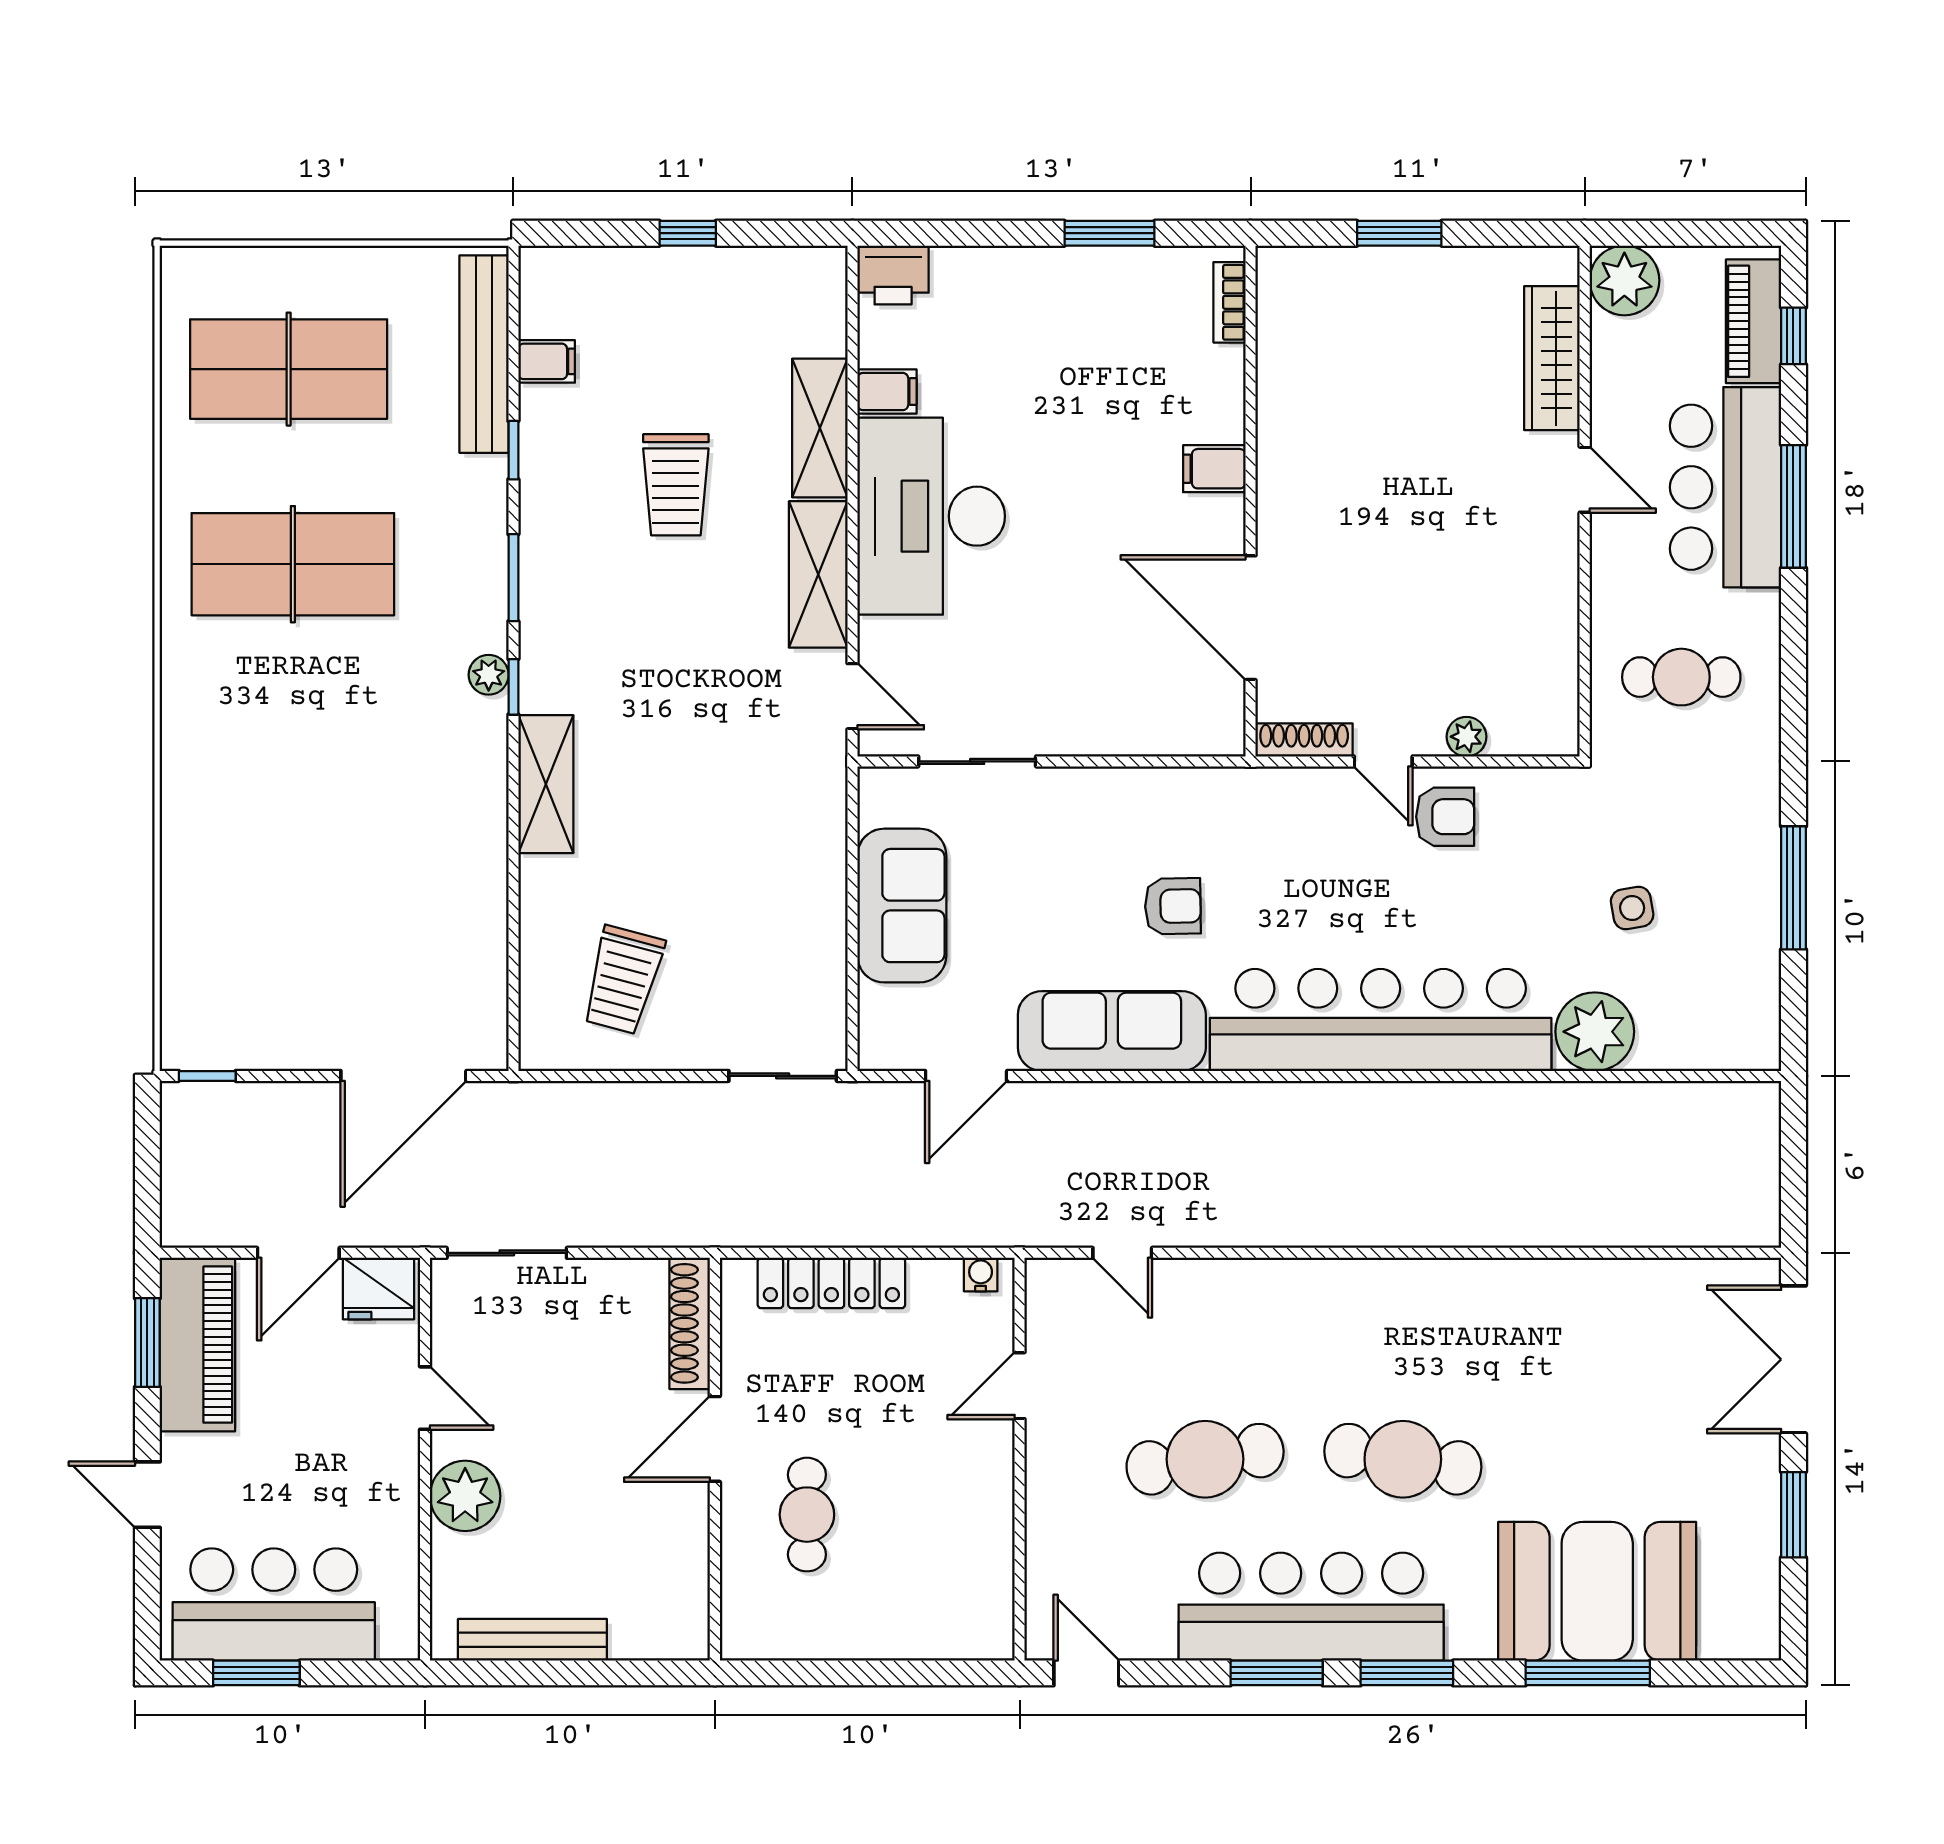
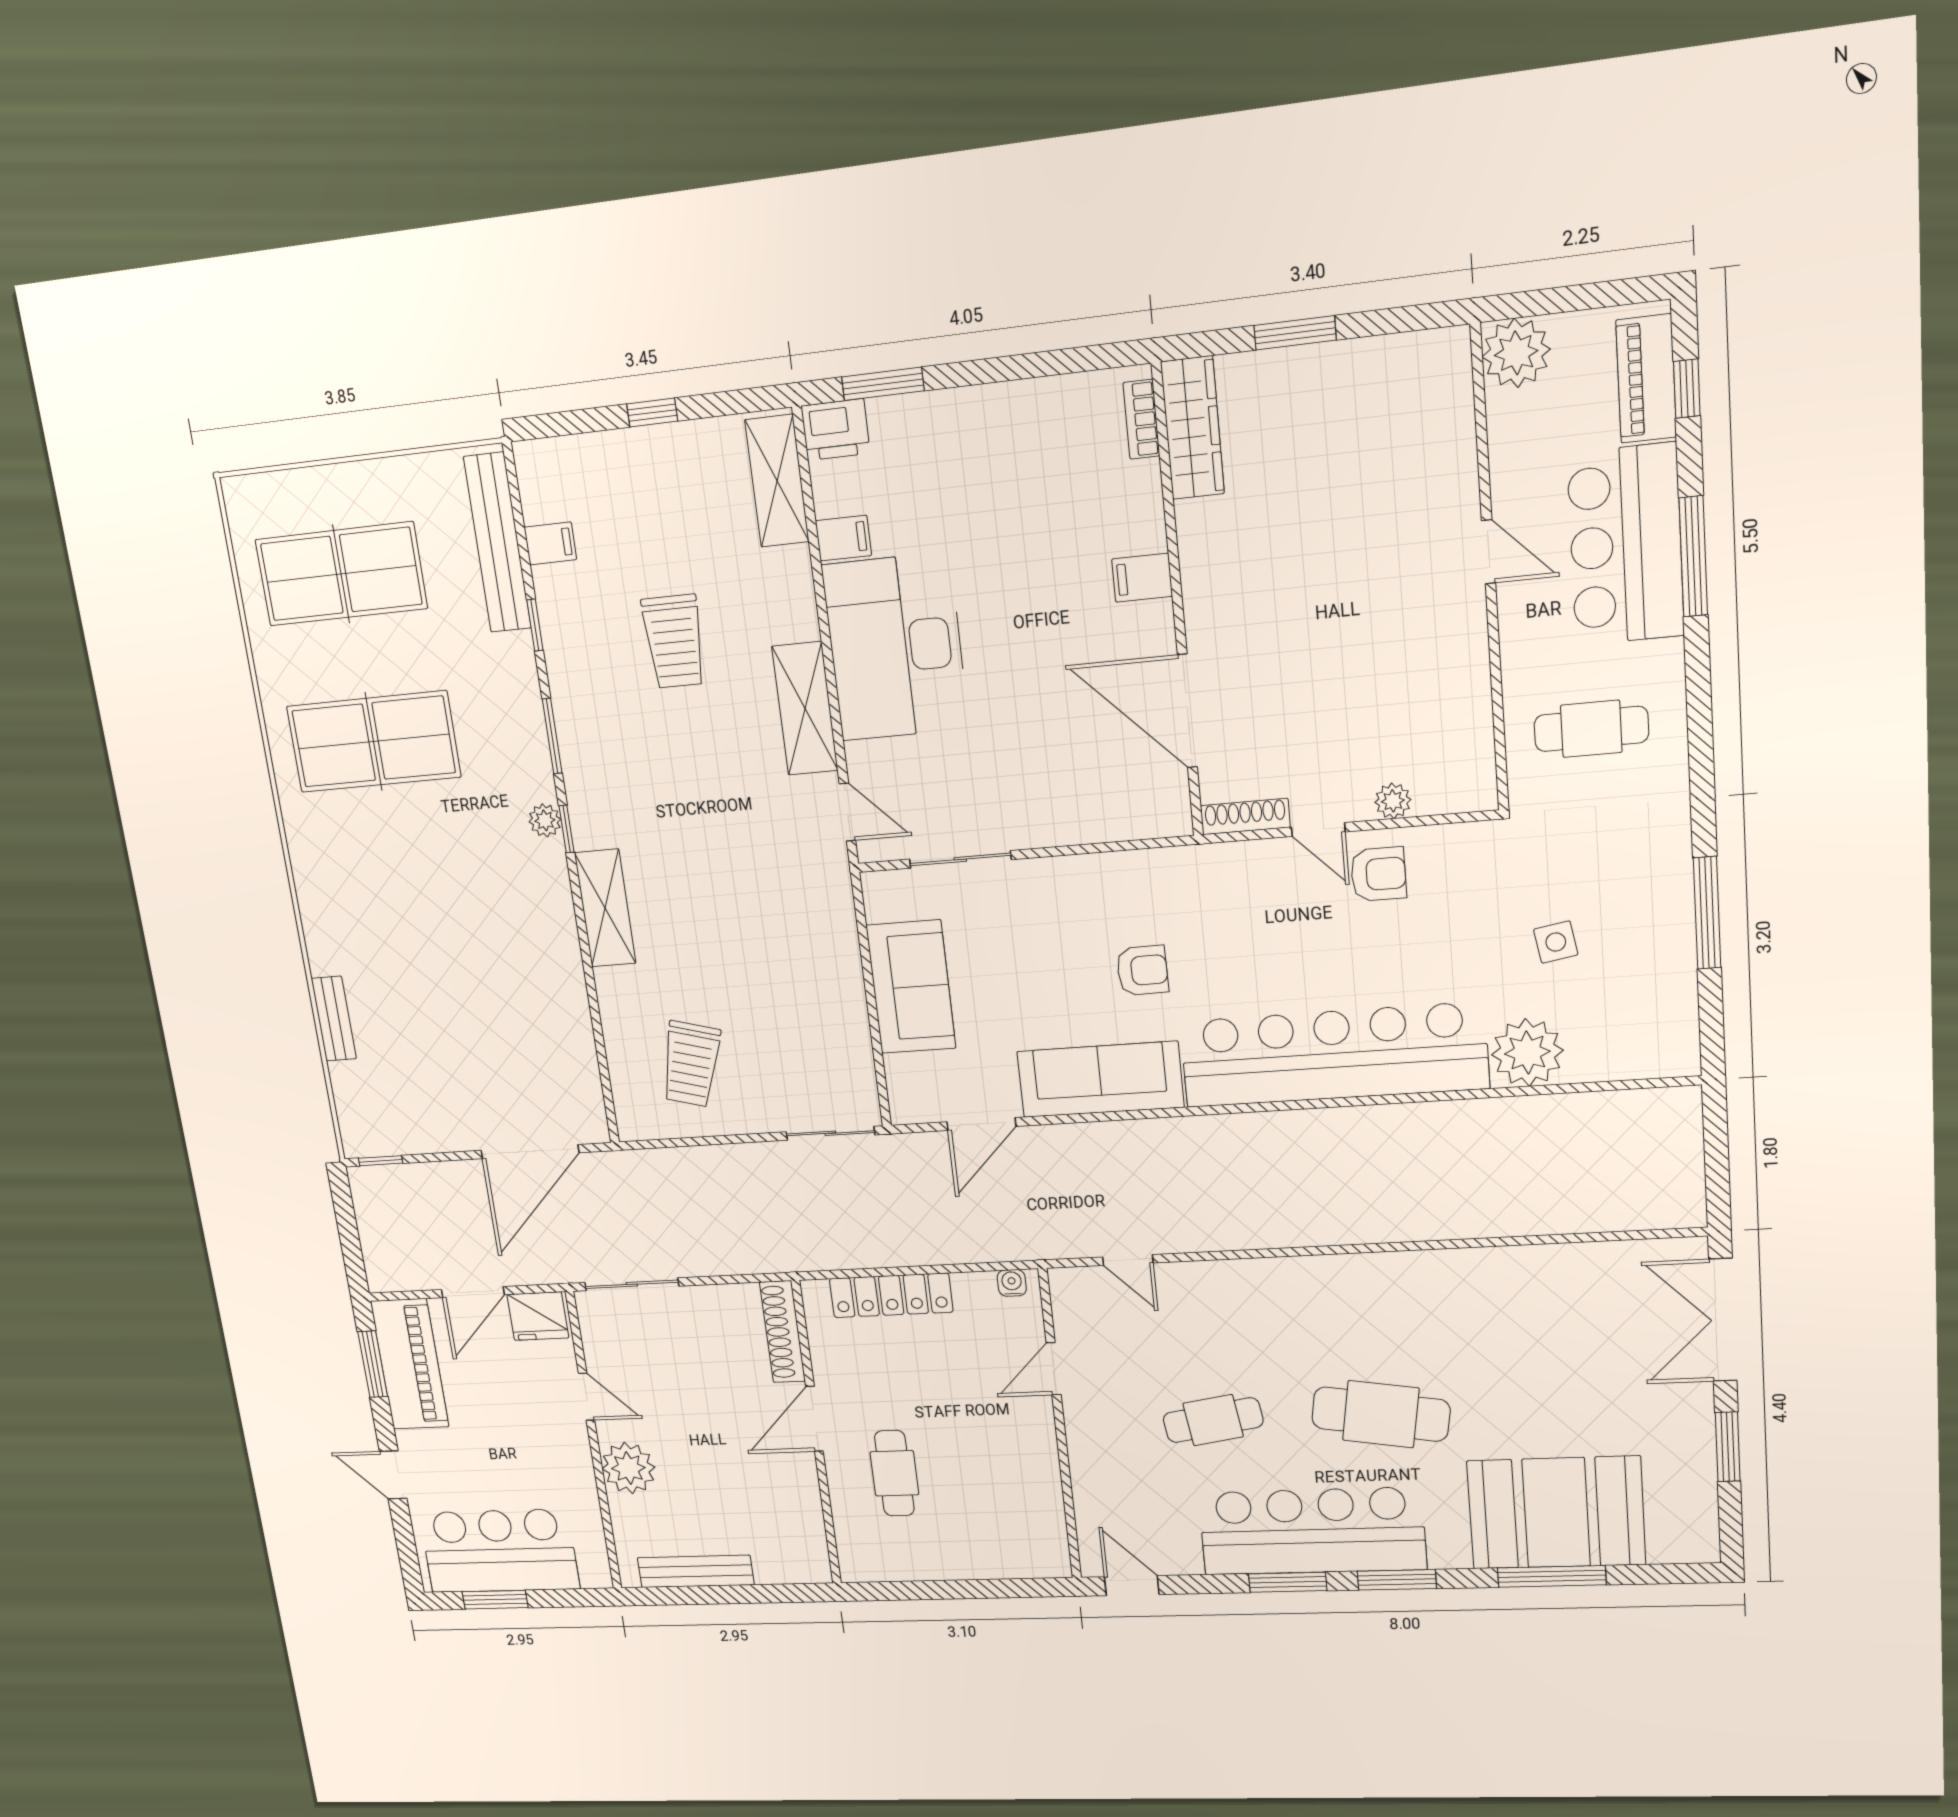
window: (1110, 233) -> (883, 384), moved
wardrobe: (1552, 358) -> (1192, 428), moved, turned 180
shelving: (820, 428) -> (777, 481), moved
bench: (180, 893) -> (334, 1019), added
cafe table: (1205, 1459) -> (1213, 1420), width x0.73, depth x0.74

